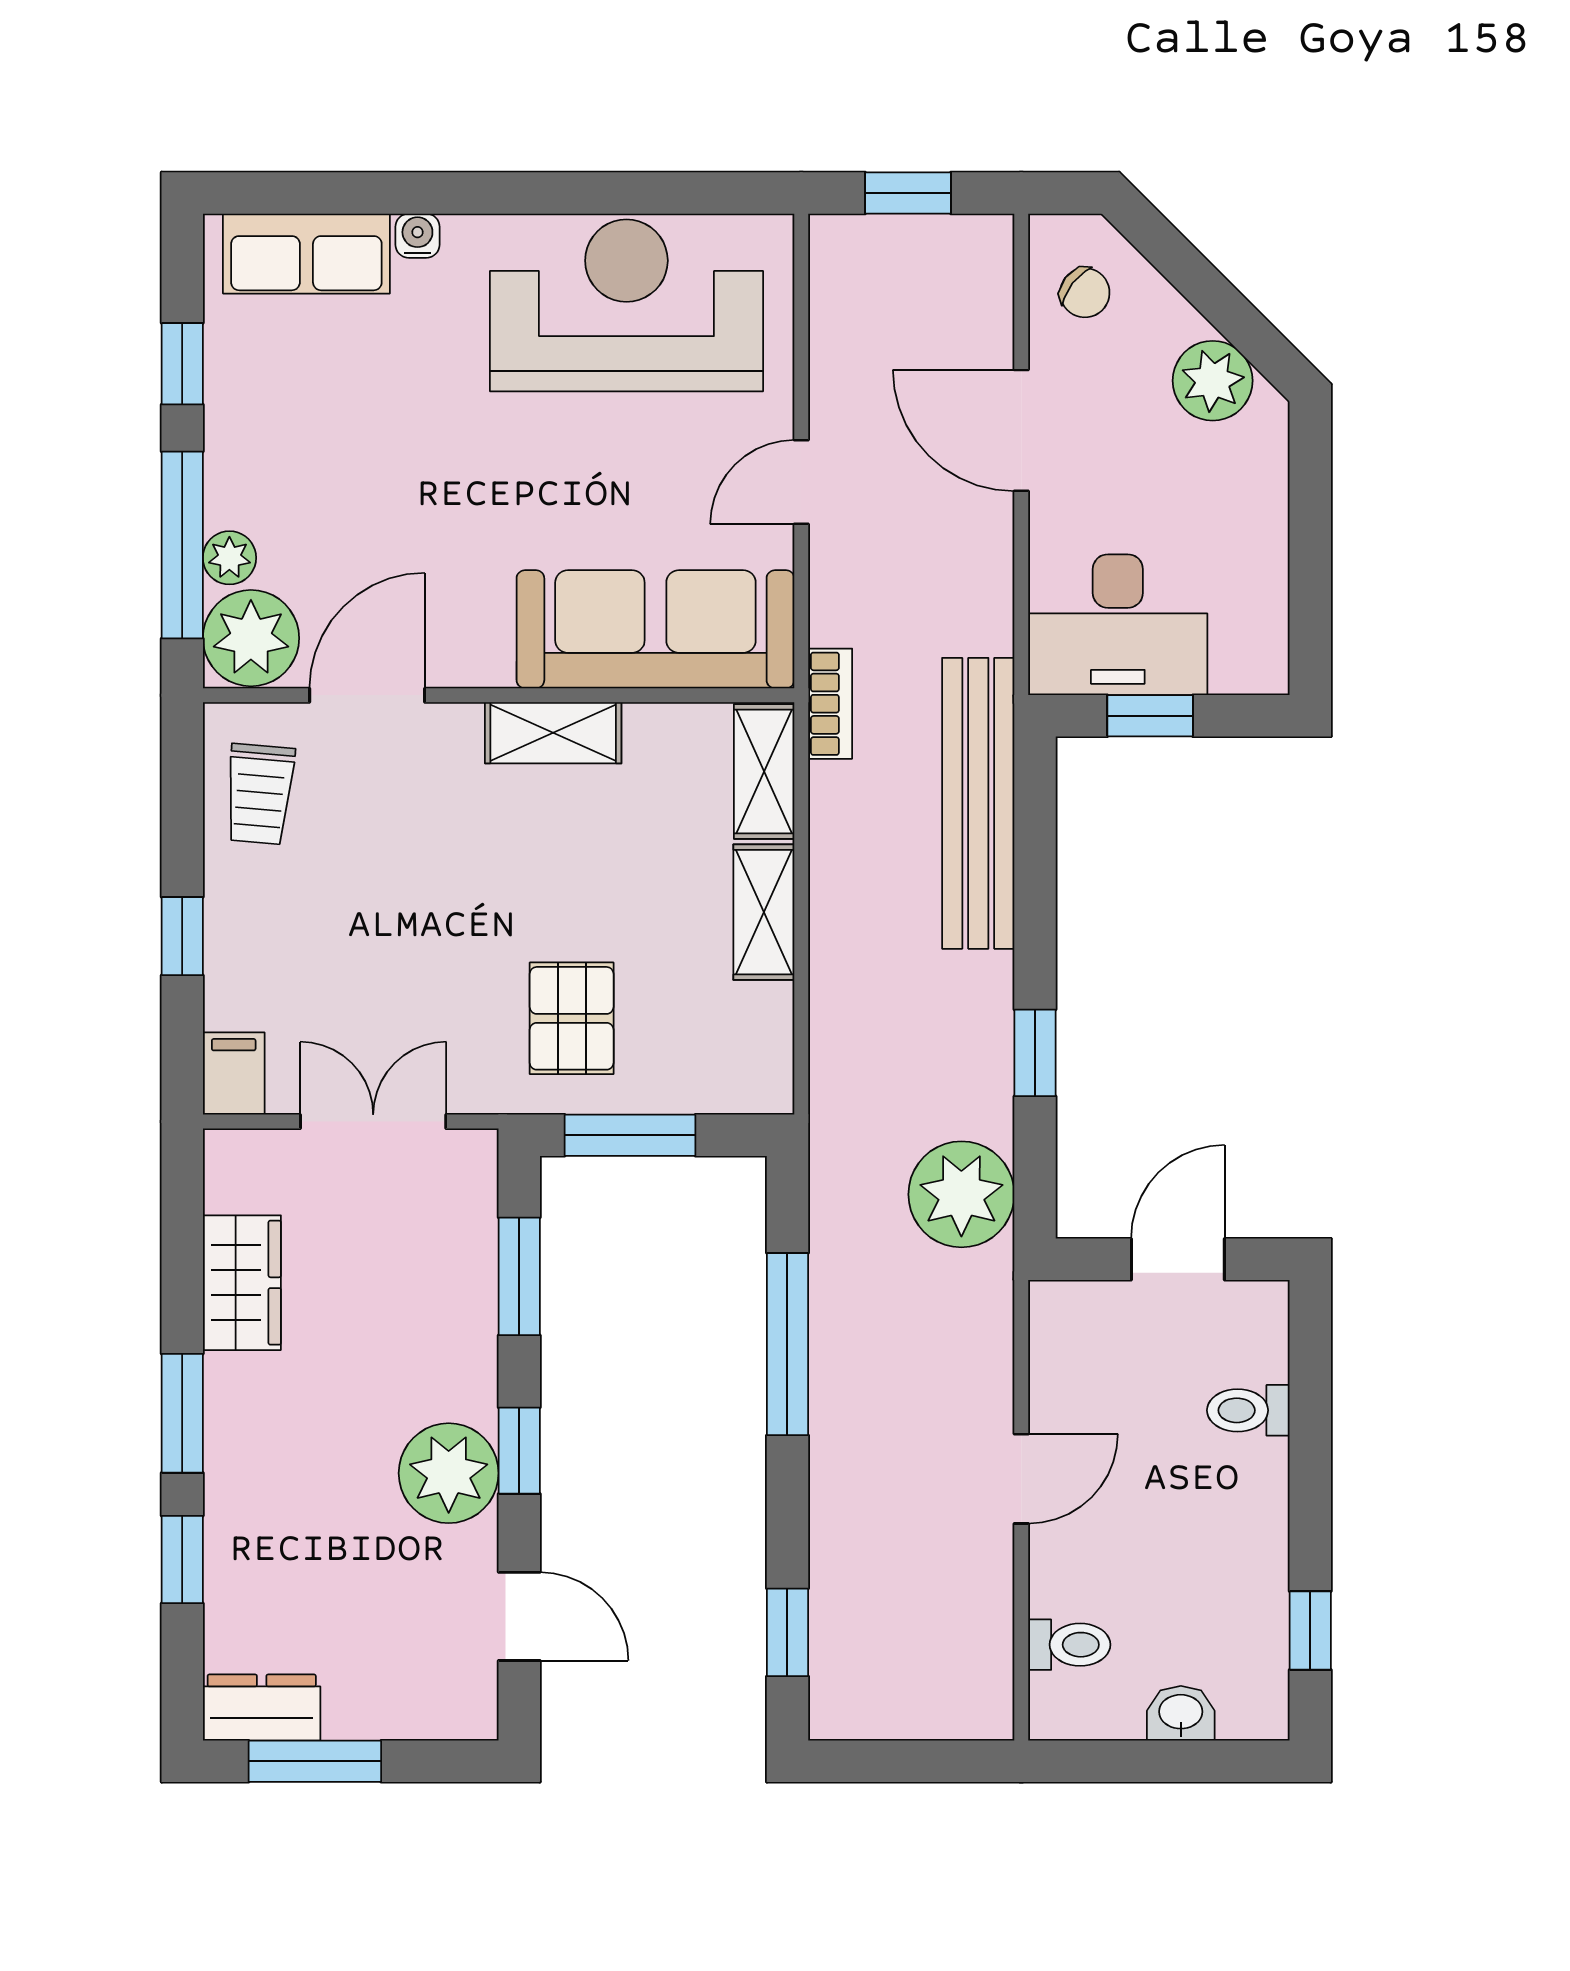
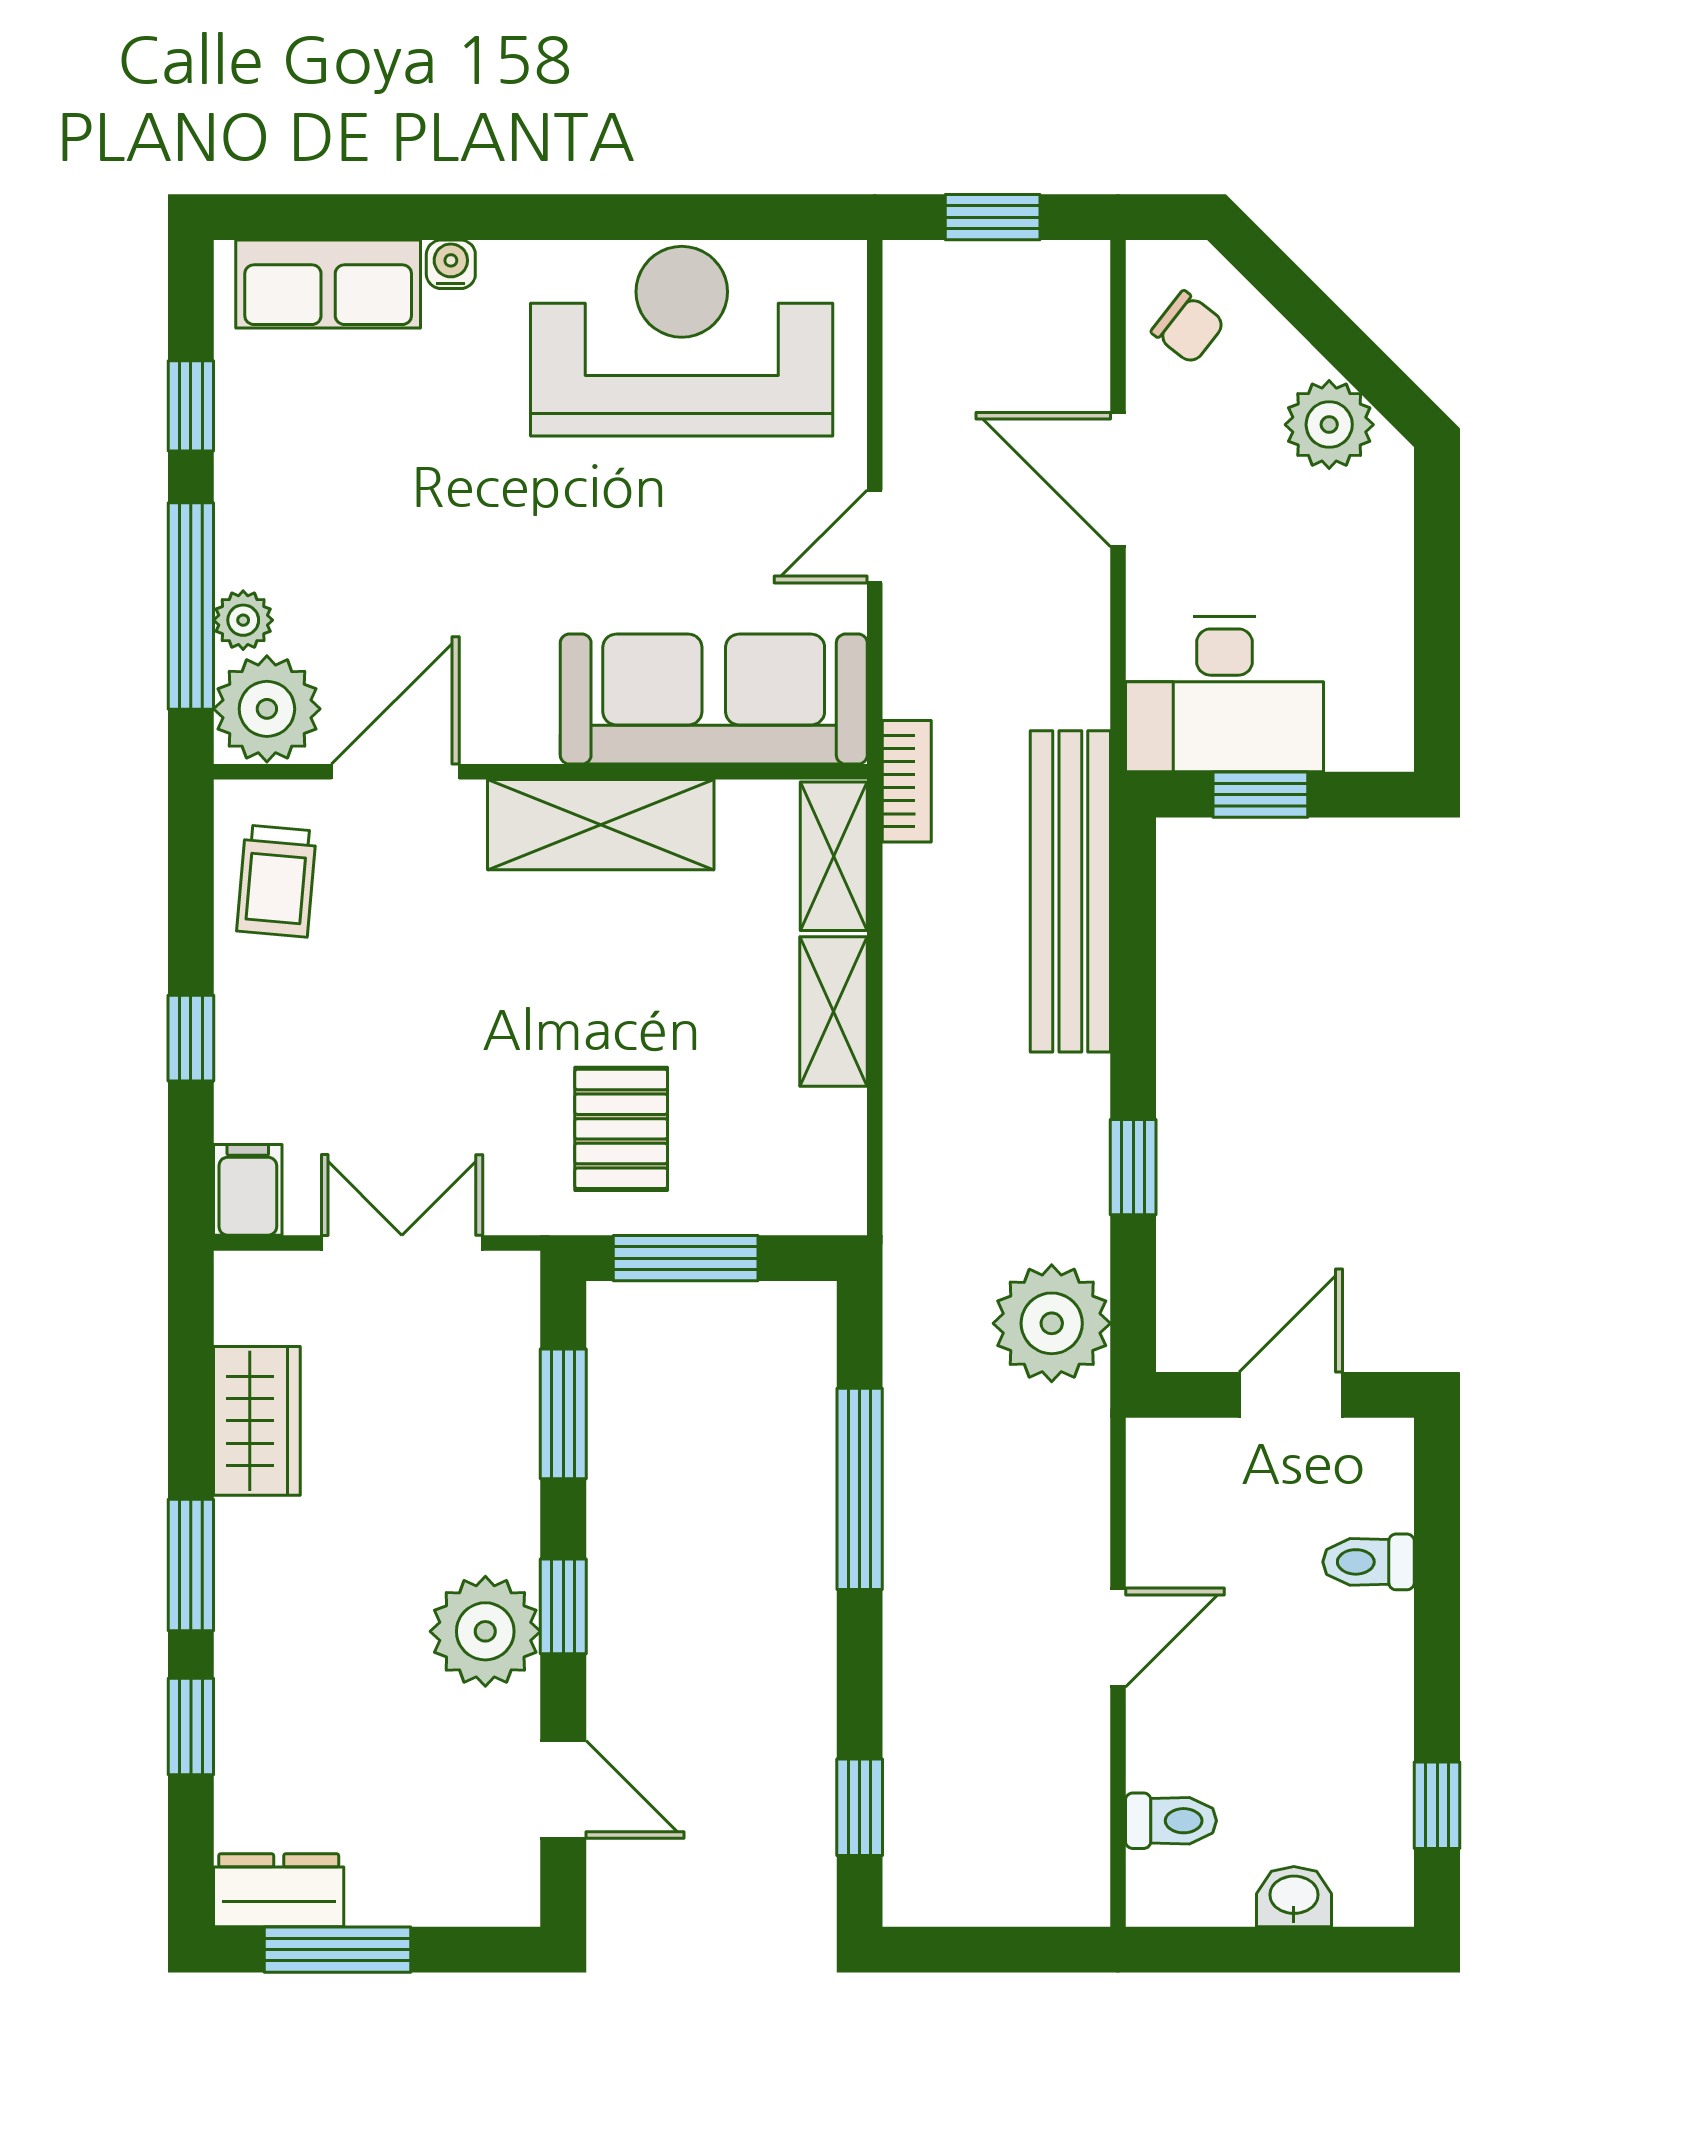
shelving: (553, 733) -> (601, 825), width x1.50, depth x1.33

